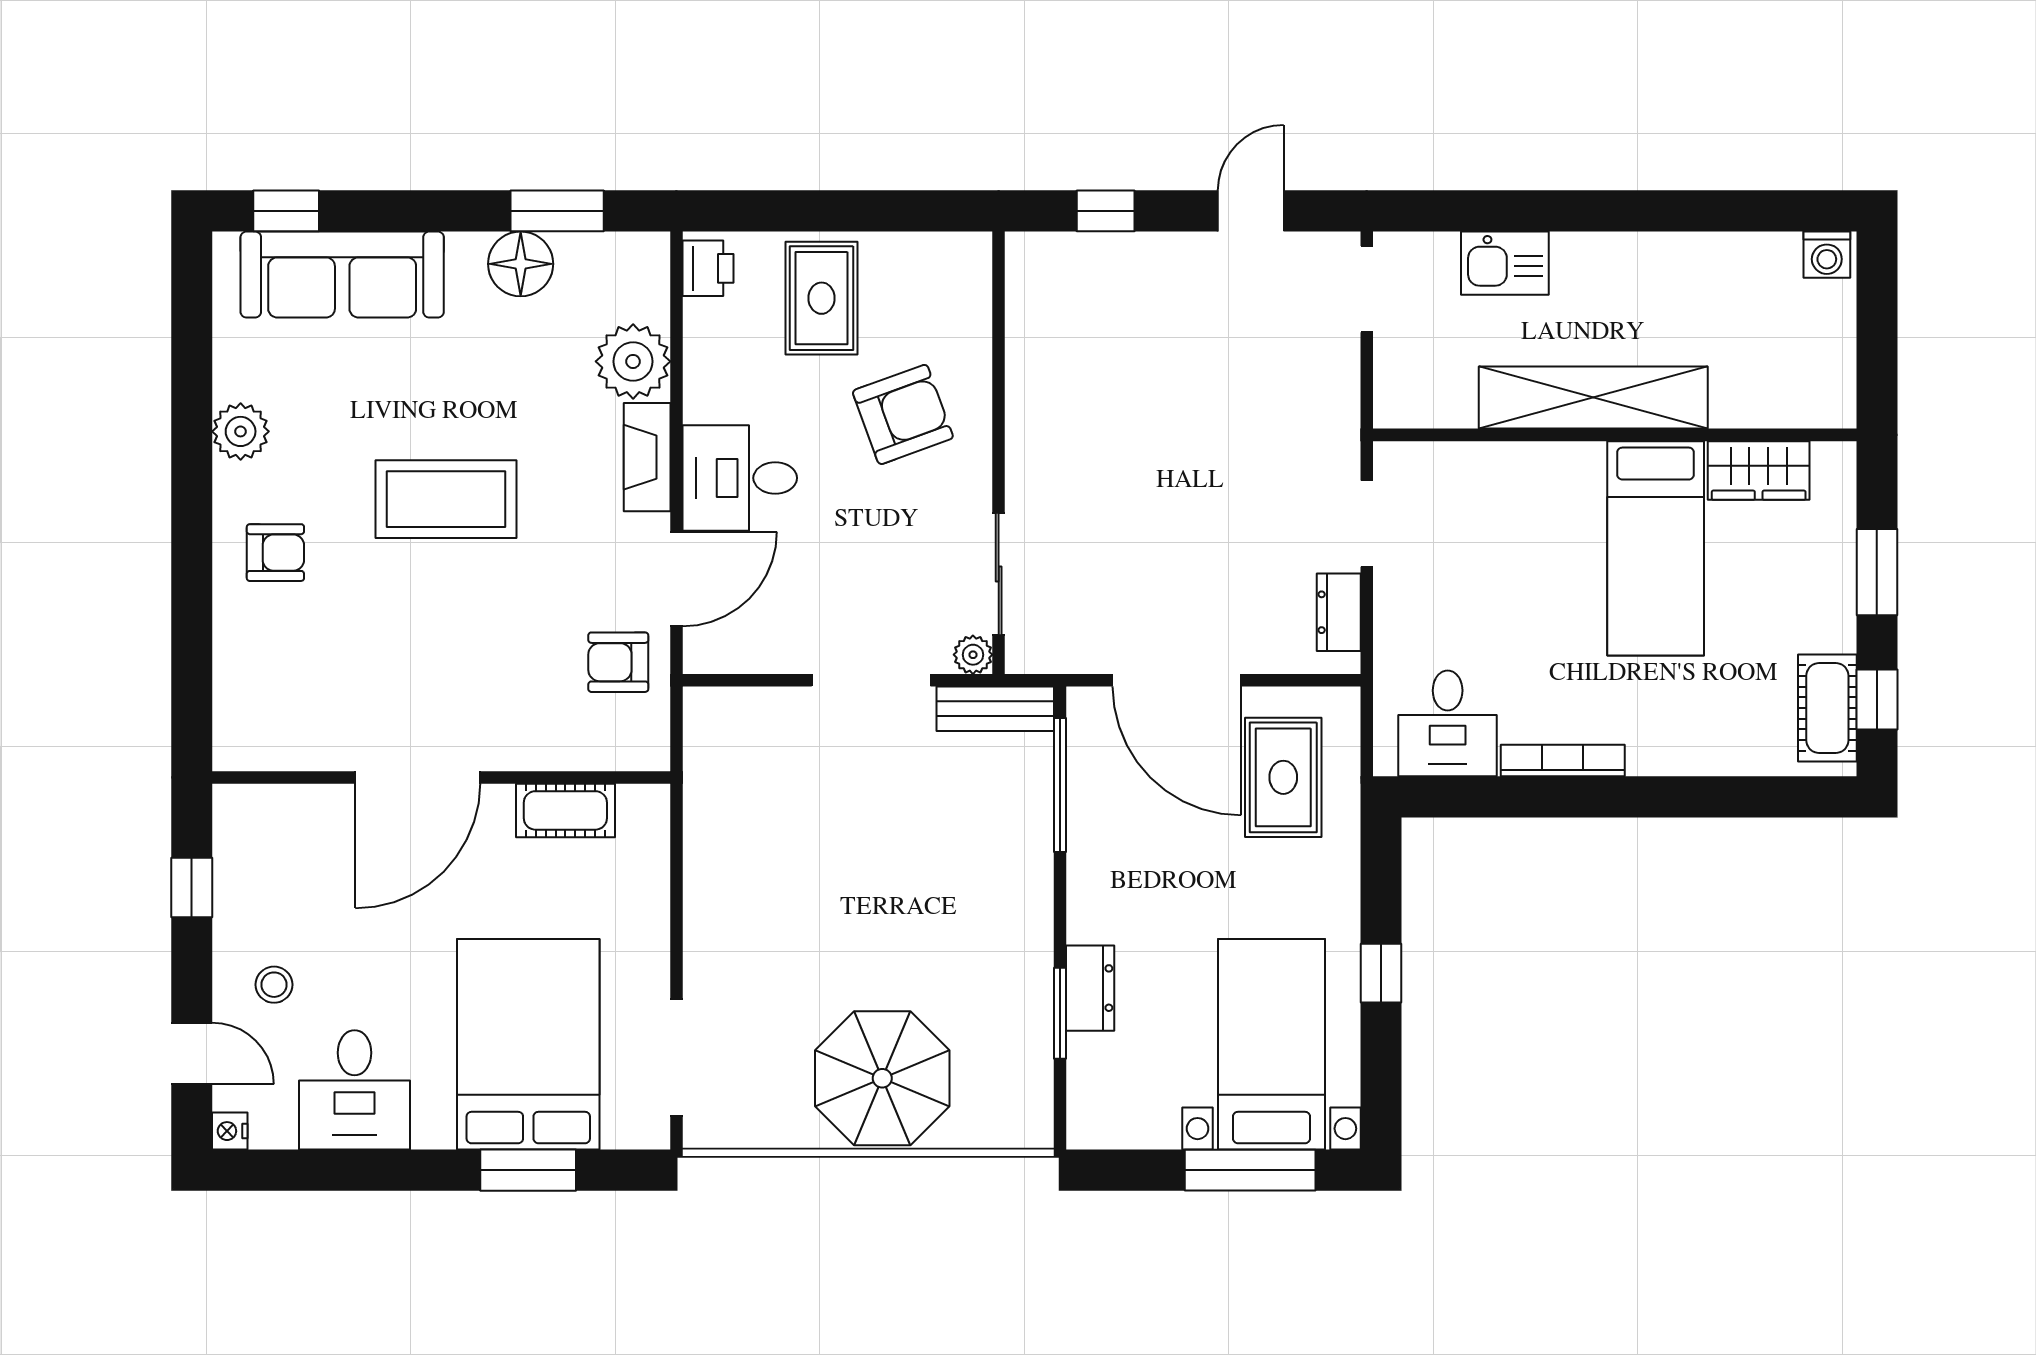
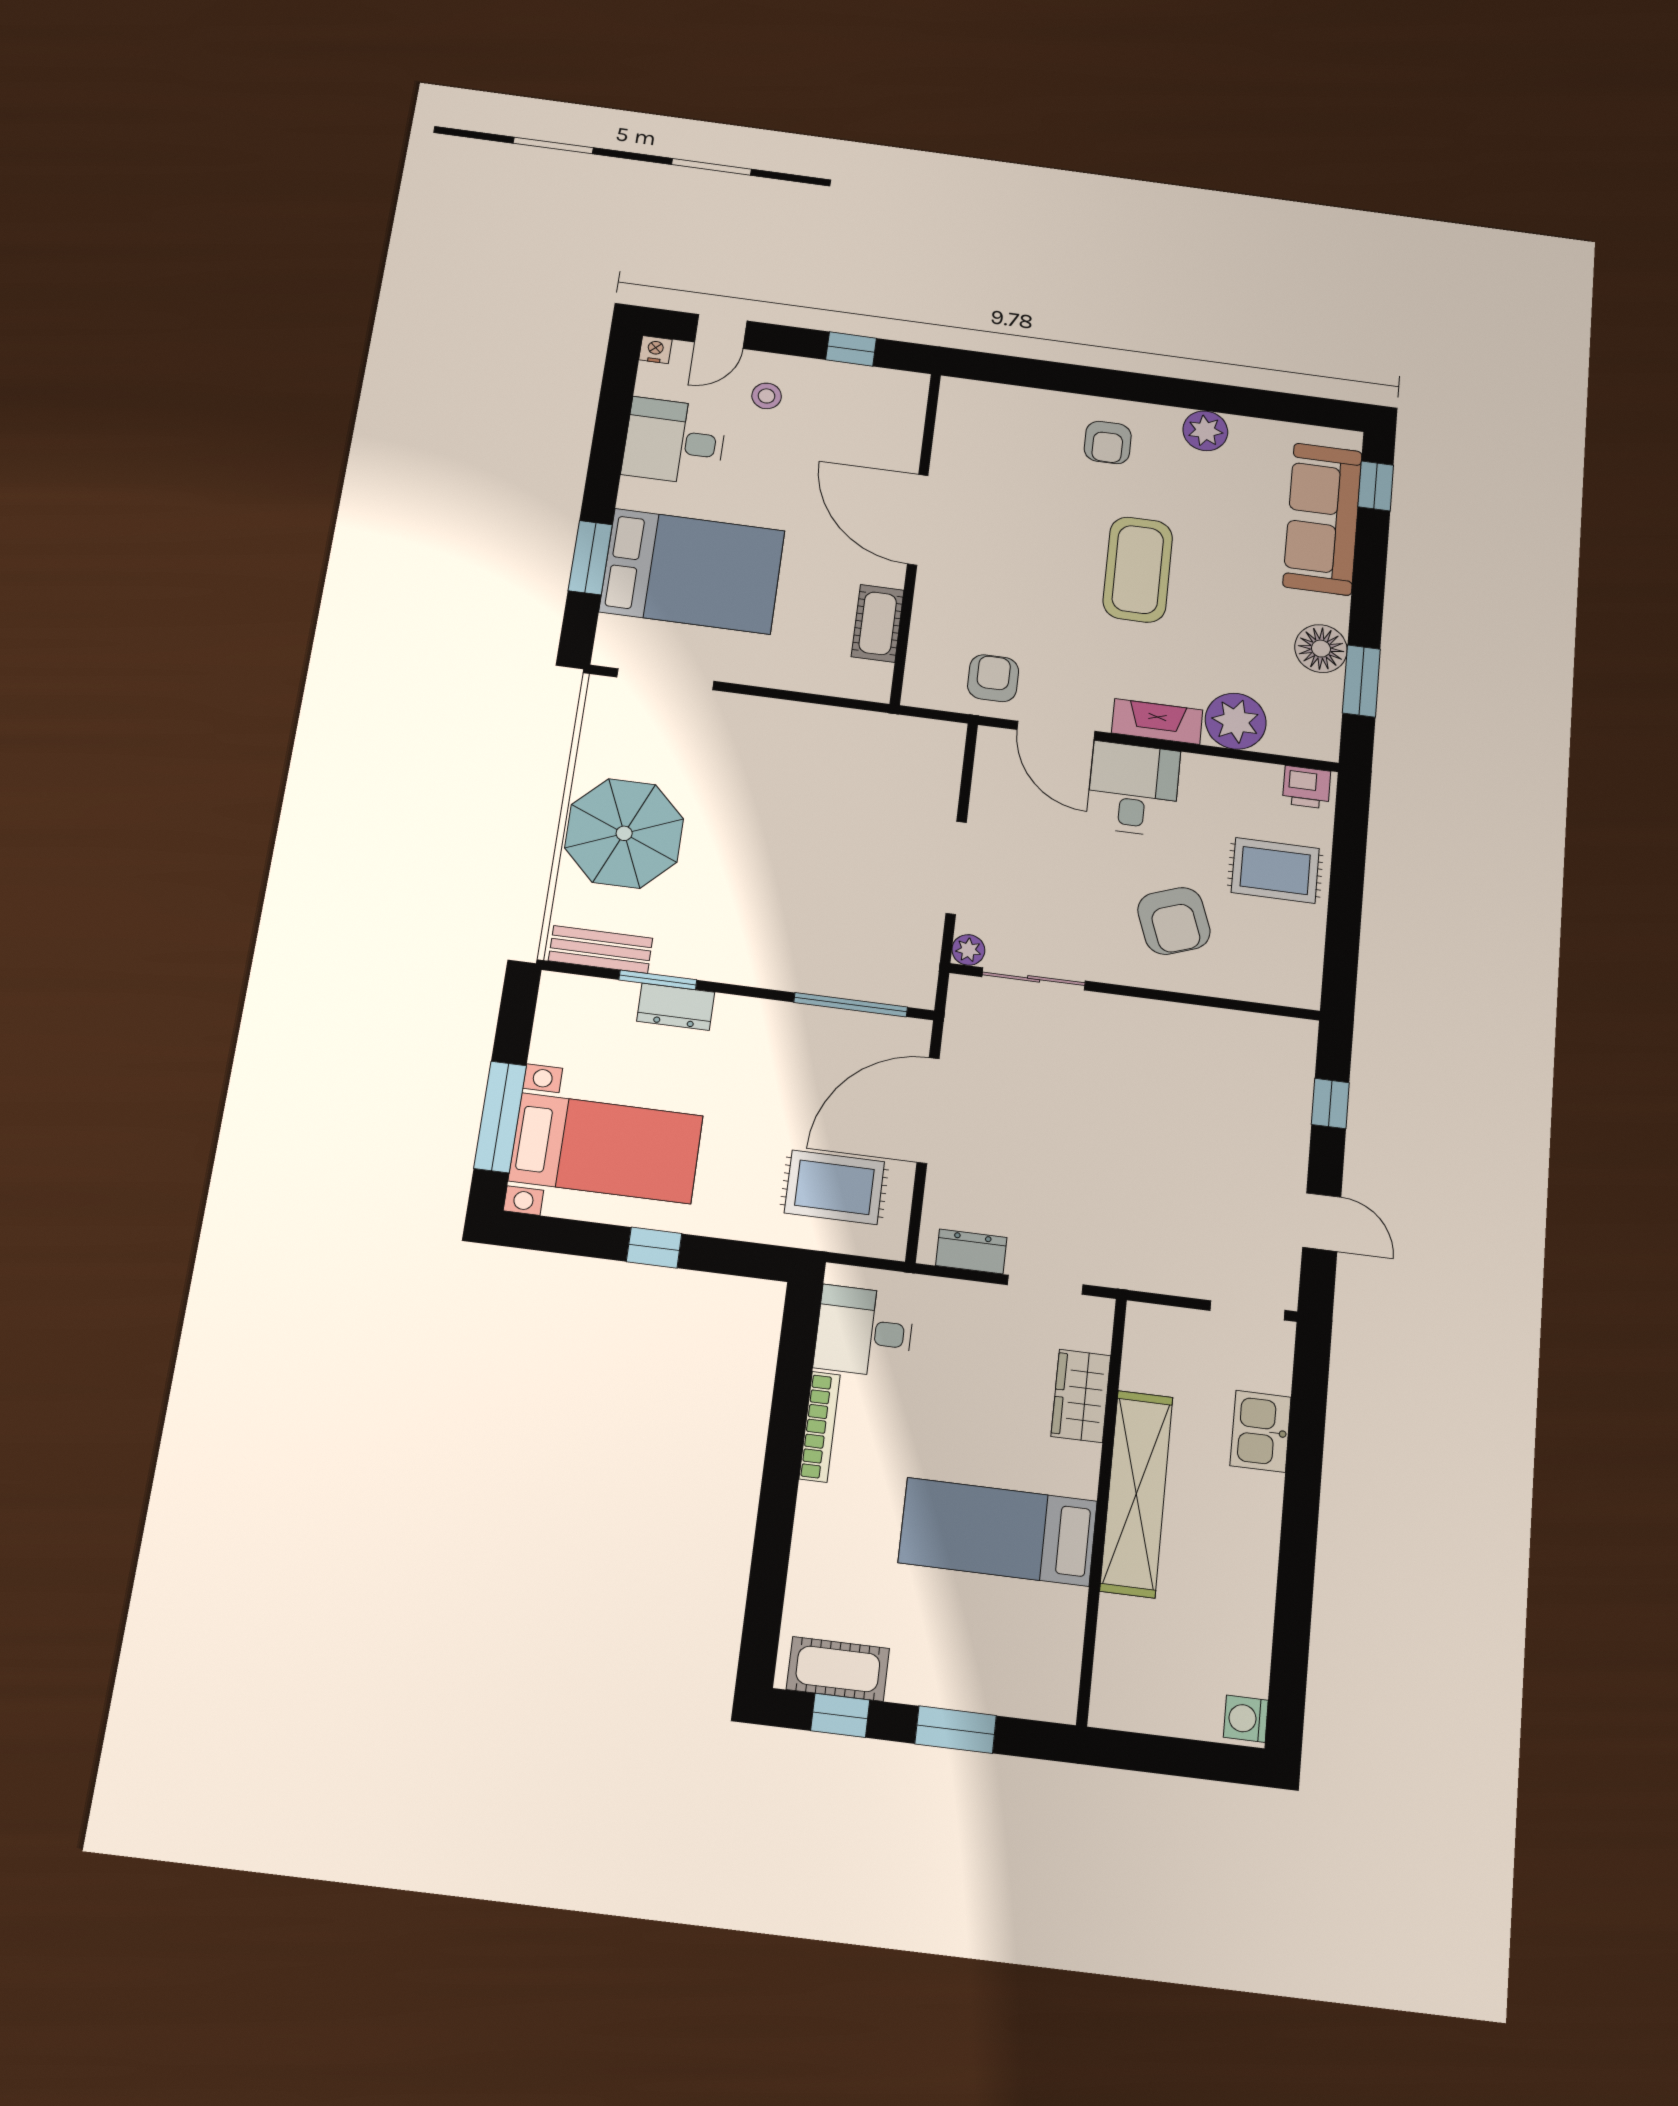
wardrobe: (1759, 470) -> (1081, 1396), moved
bench: (995, 709) -> (601, 949), moved, turned 90

